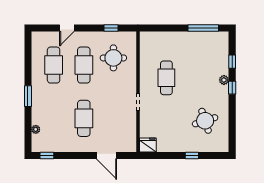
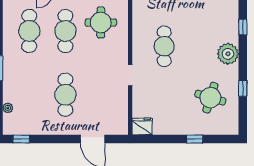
plant: (224, 80) -> (228, 54), width x1.87, depth x1.87
window: (232, 88) -> (243, 88), moved
round table: (205, 121) -> (210, 98), turned 35

